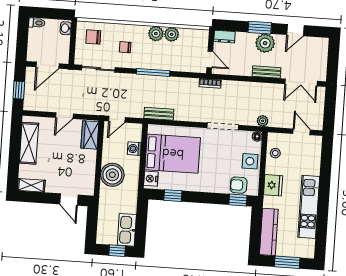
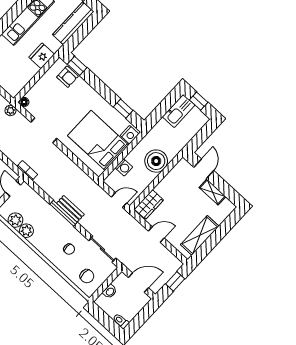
washbasin: (66, 28) -> (110, 291), moved
plant: (156, 34) -> (15, 220), moved
bench: (159, 114) -> (70, 209), moved
stool: (275, 153) -> (21, 79), removed
side table: (250, 161) -> (45, 88), removed
shelving: (31, 185) -> (212, 192), moved

